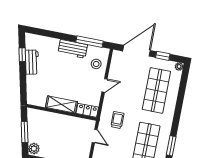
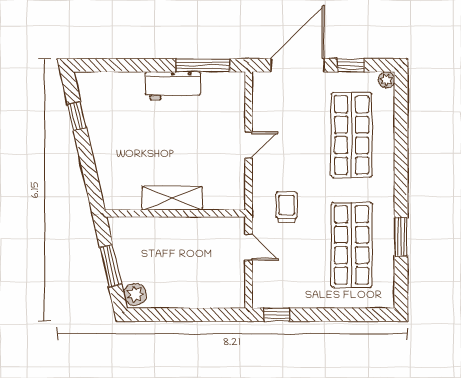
workbench: (32, 62) -> (99, 127), removed
stool: (96, 64) -> (224, 106), removed
locker: (87, 110) -> (225, 200), removed

